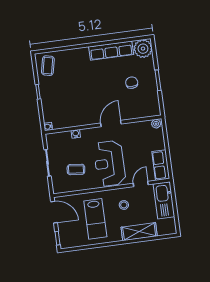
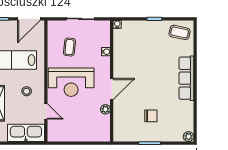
plant: (143, 49) -> (189, 137), width x0.53, depth x0.53
row of seats: (111, 51) -> (186, 78), moved
door: (111, 124) -> (112, 89), hinge flipped
plant: (156, 124) -> (105, 109), moved
reception desk: (110, 163) -> (71, 82), turned 180
row of seats: (161, 165) -> (62, 134), removed

